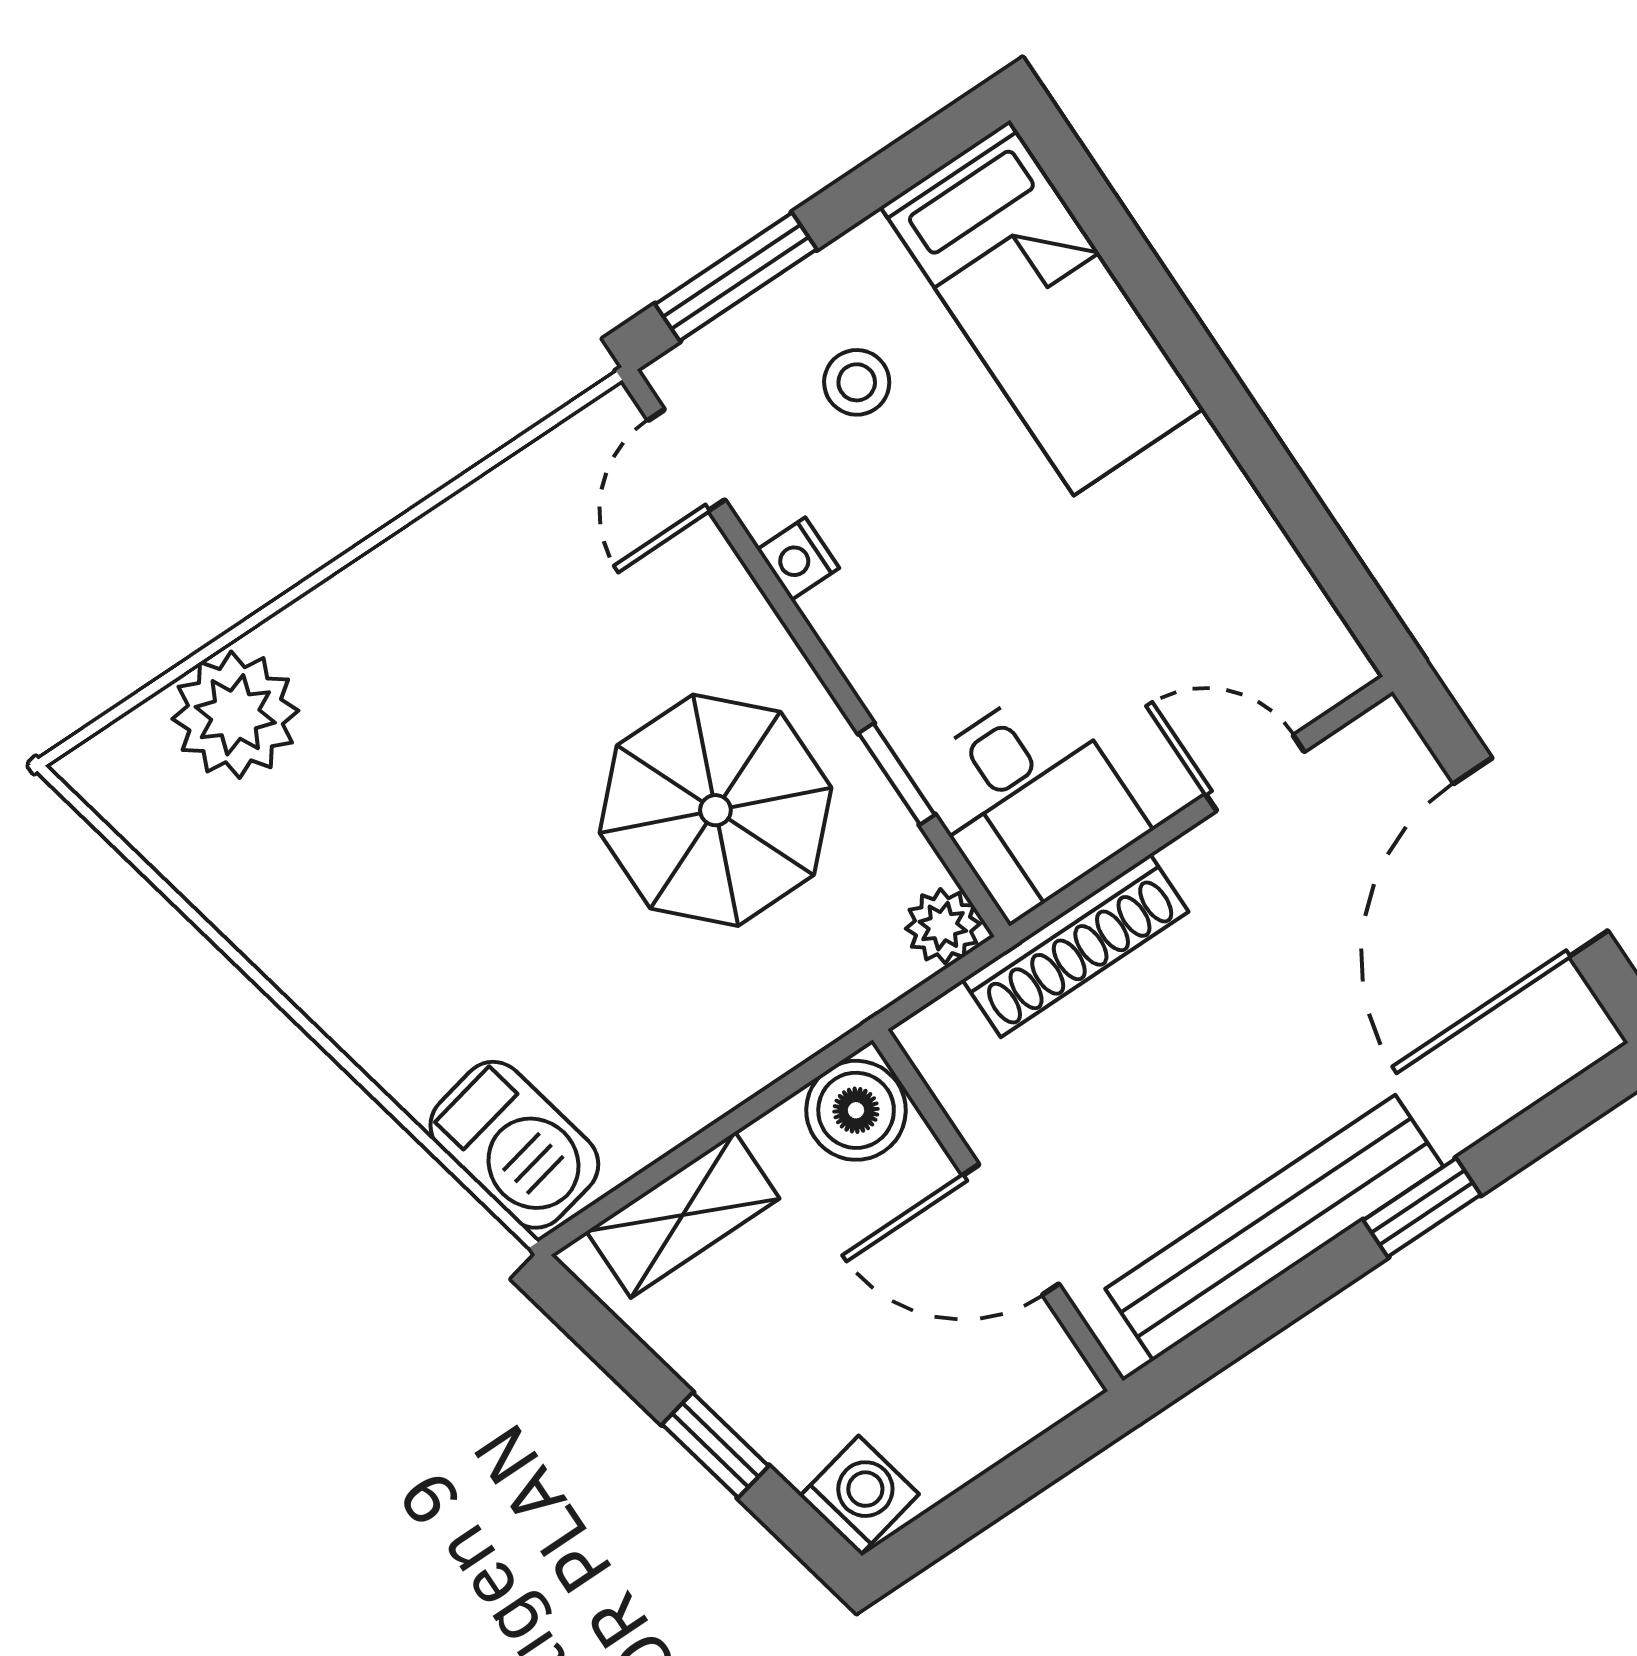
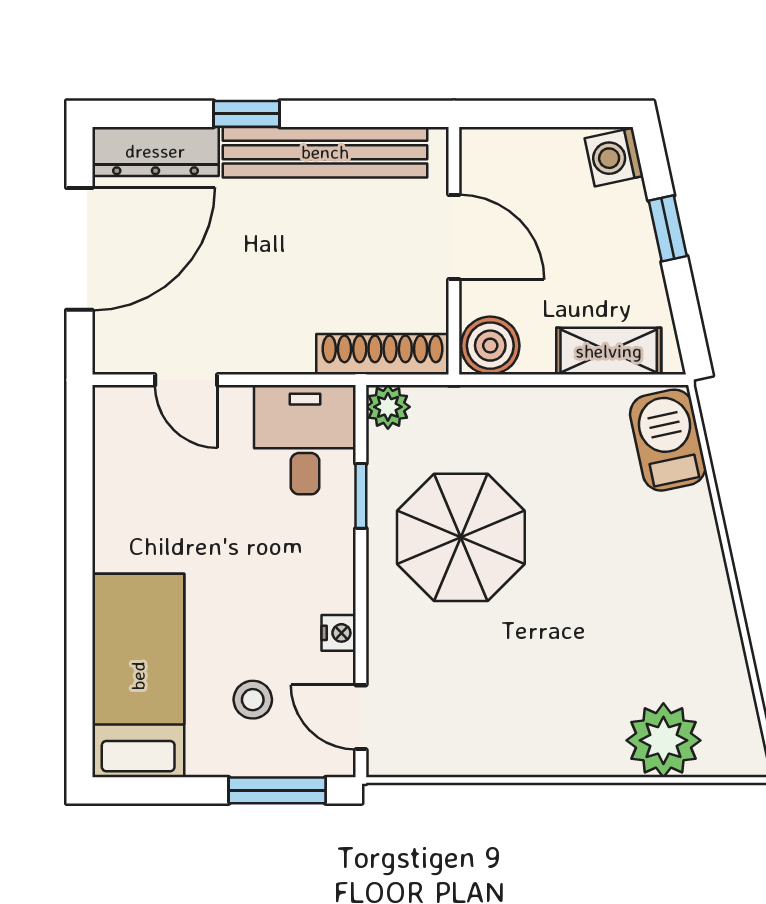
door: (687, 460) -> (361, 717), swing flipped
shoe rack: (1075, 946) -> (383, 354), moved
dresser: (1515, 1068) -> (155, 151), added

